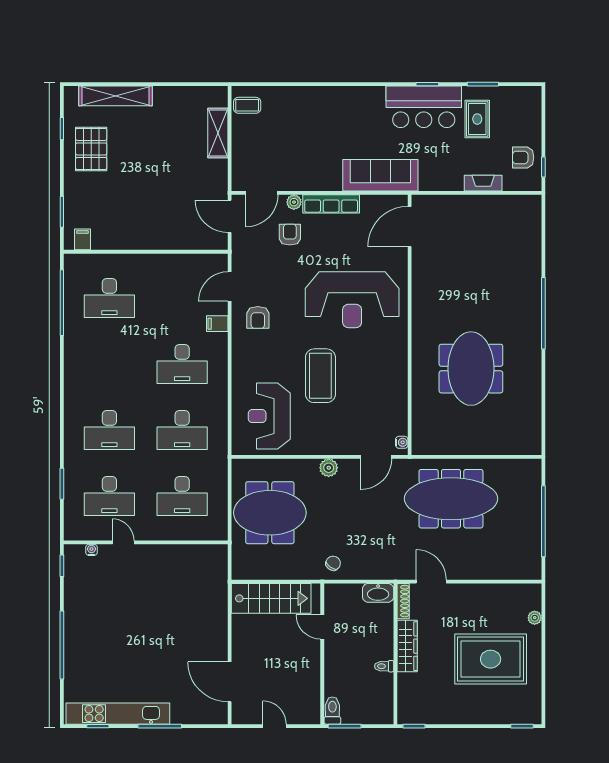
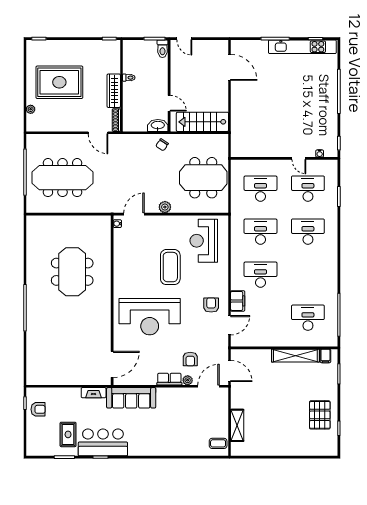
shelving: (115, 96) -> (295, 356), moved
fireplace: (483, 183) -> (94, 393), moved
row of seats: (331, 204) -> (169, 379), width x0.68
reception desk: (352, 300) -> (150, 317), turned 180
filing cabinet: (217, 324) -> (238, 301), width x2.00
reception desk: (269, 416) -> (204, 241), turned 180
meeting table: (451, 499) -> (63, 178), moved
washbasin: (378, 593) -> (158, 125), moved
door: (275, 726) -> (184, 39), moved

